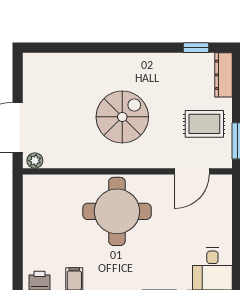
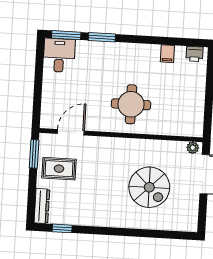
spiral stairs: (122, 117) -> (149, 187), moved, turned -90
round table: (117, 211) -> (131, 104), width x0.73, depth x0.73

